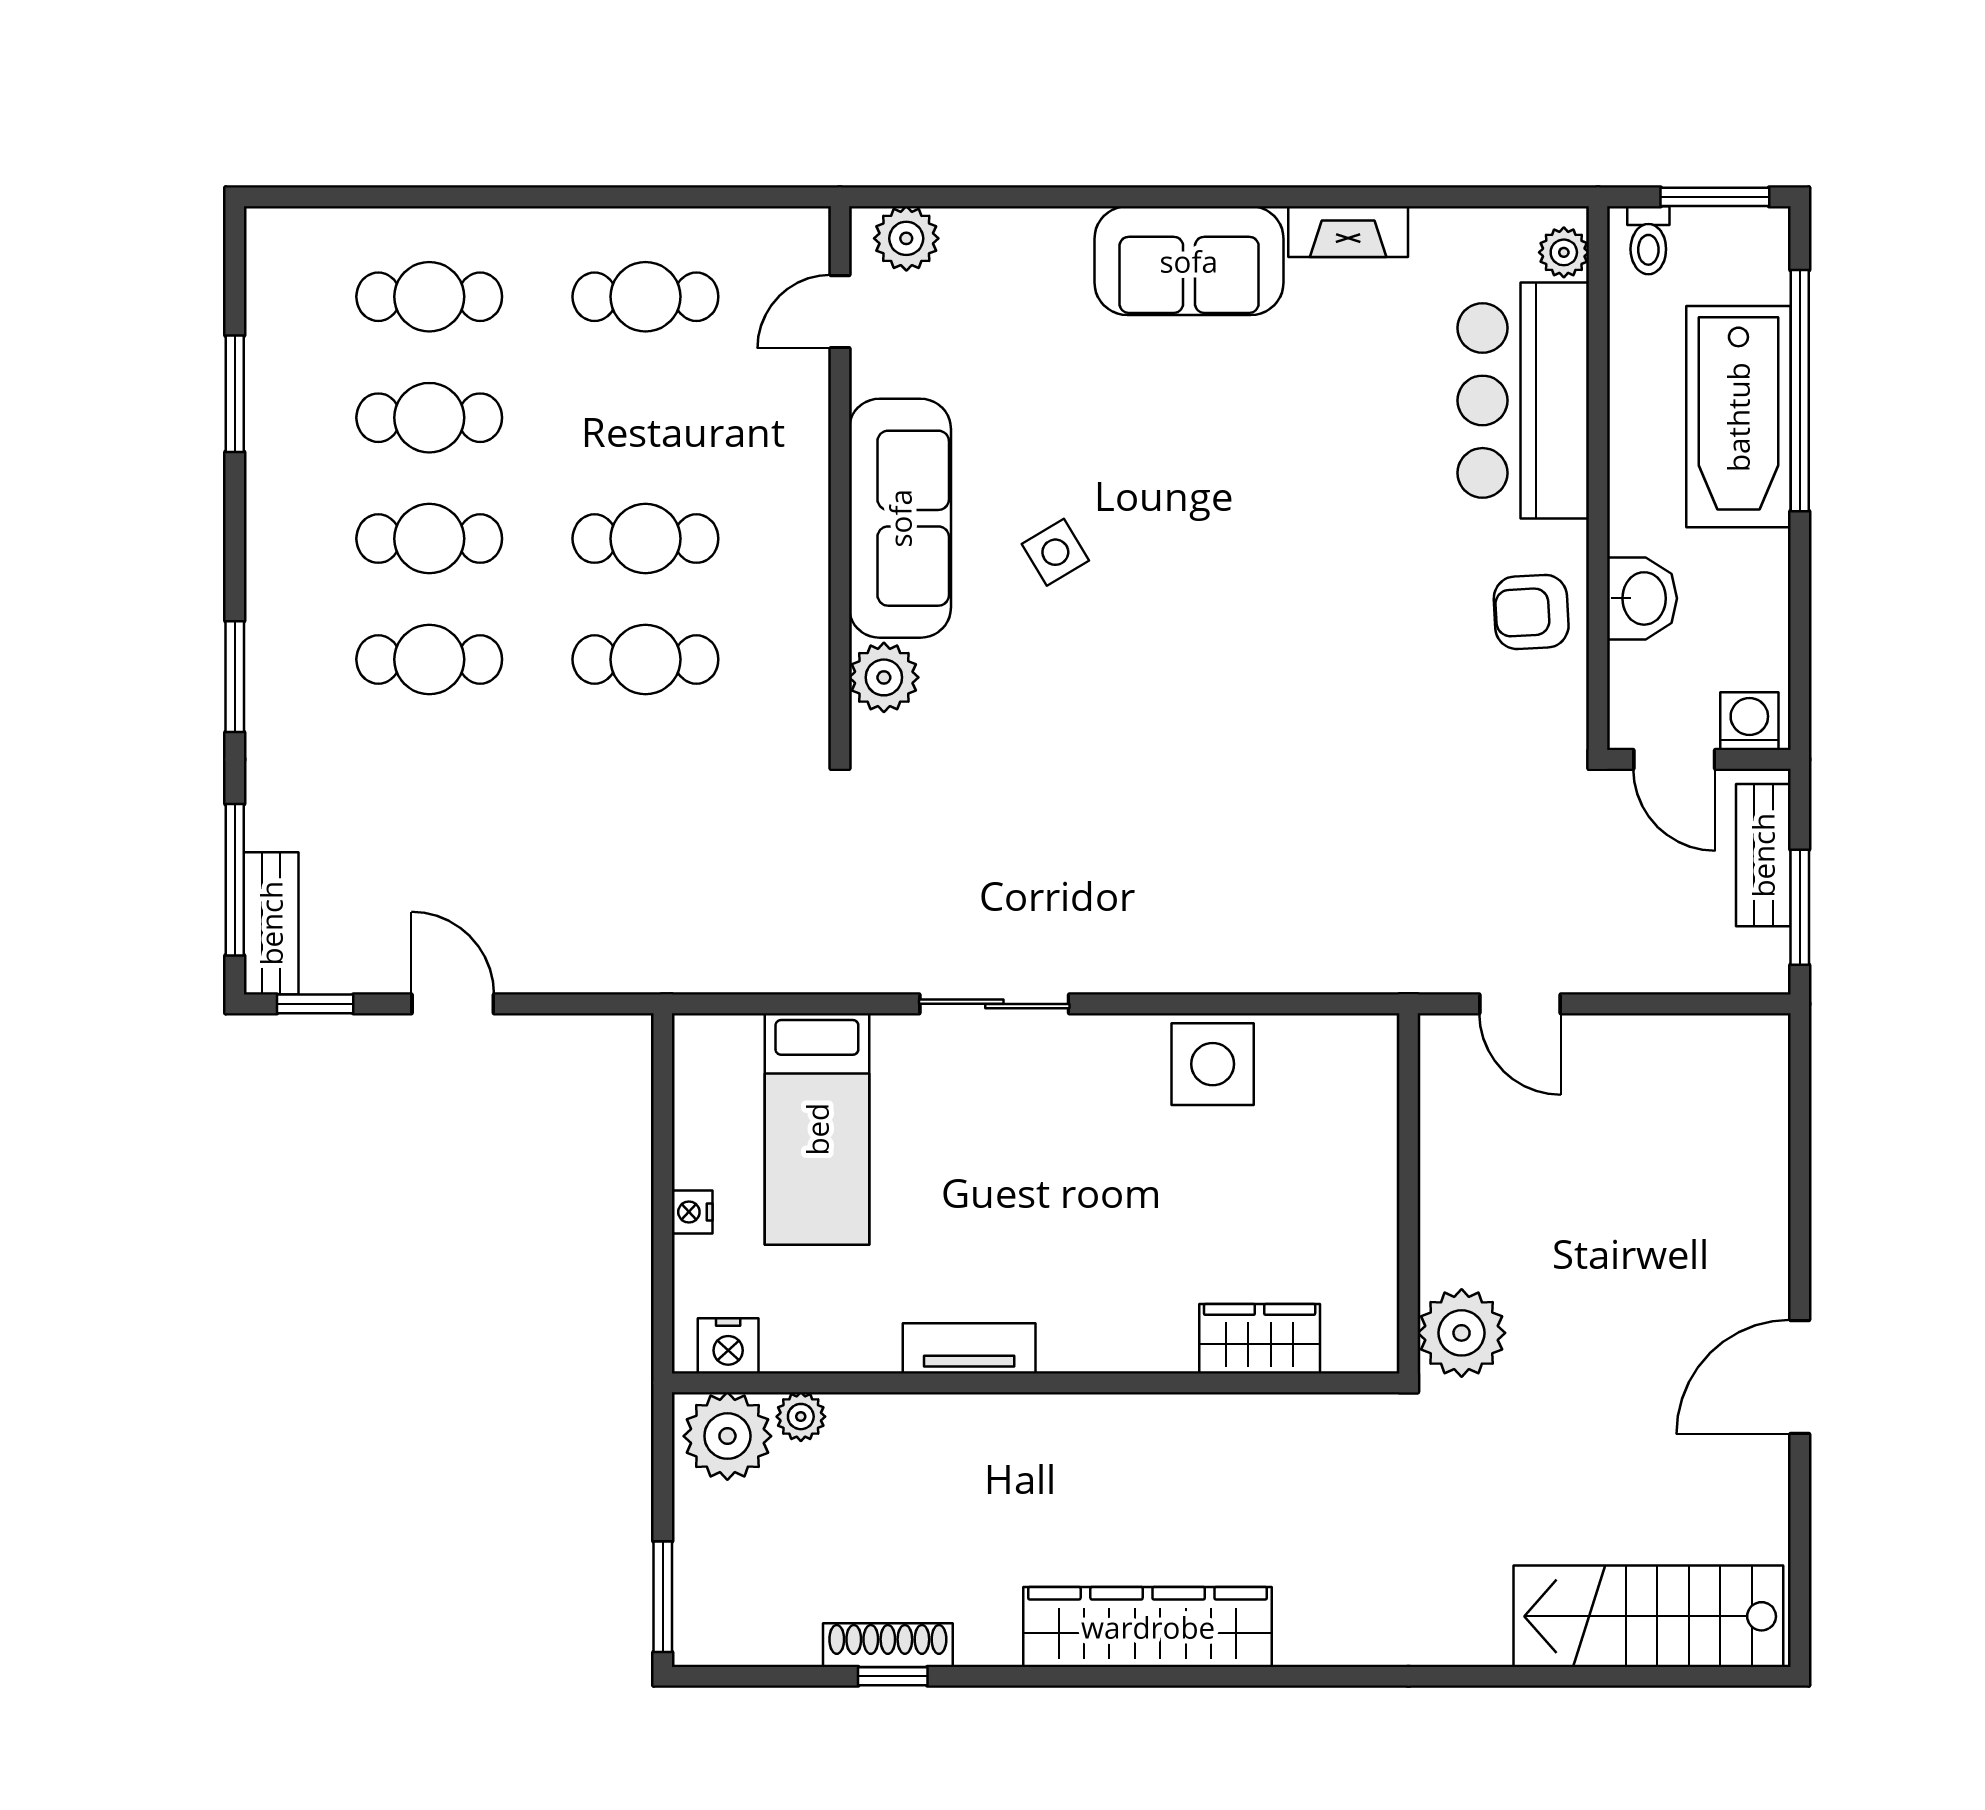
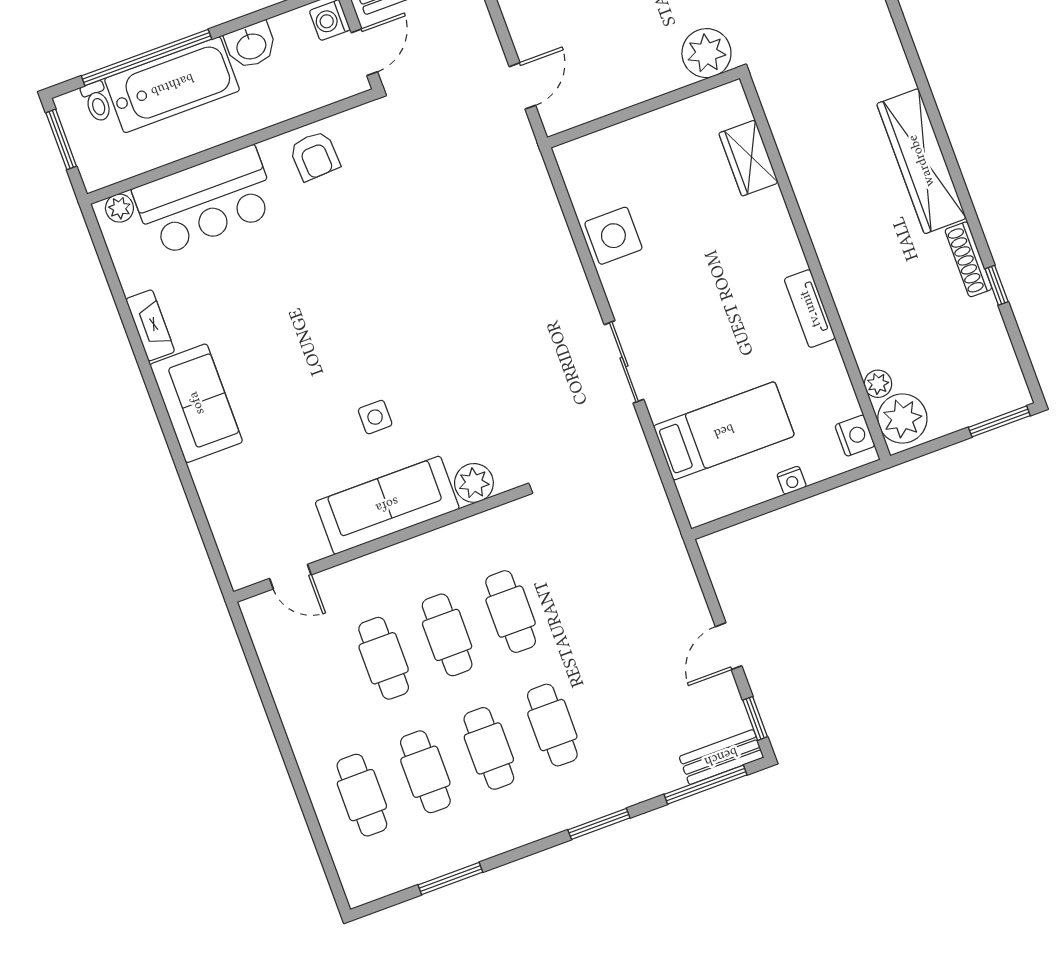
plant: (906, 238) -> (239, 556), removed
toilet: (1648, 240) -> (97, 102), moved, turned 90
cafe table: (645, 297) -> (384, 658), moved
side table: (1055, 552) -> (375, 417), turned 31
washbasin: (1642, 598) -> (251, 45), moved, turned 180
shoe rack: (888, 1645) -> (968, 259), moved

